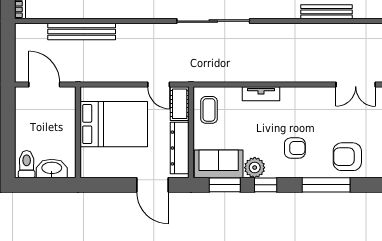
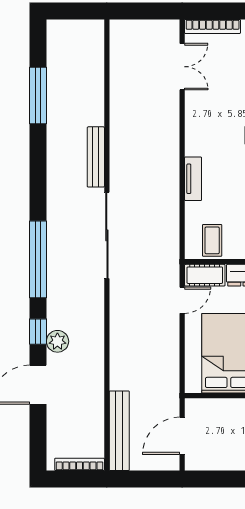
bench: (326, 12) -> (96, 157), moved
bench: (82, 32) -> (119, 431), moved
coffee table: (209, 110) -> (212, 240), turned 90

